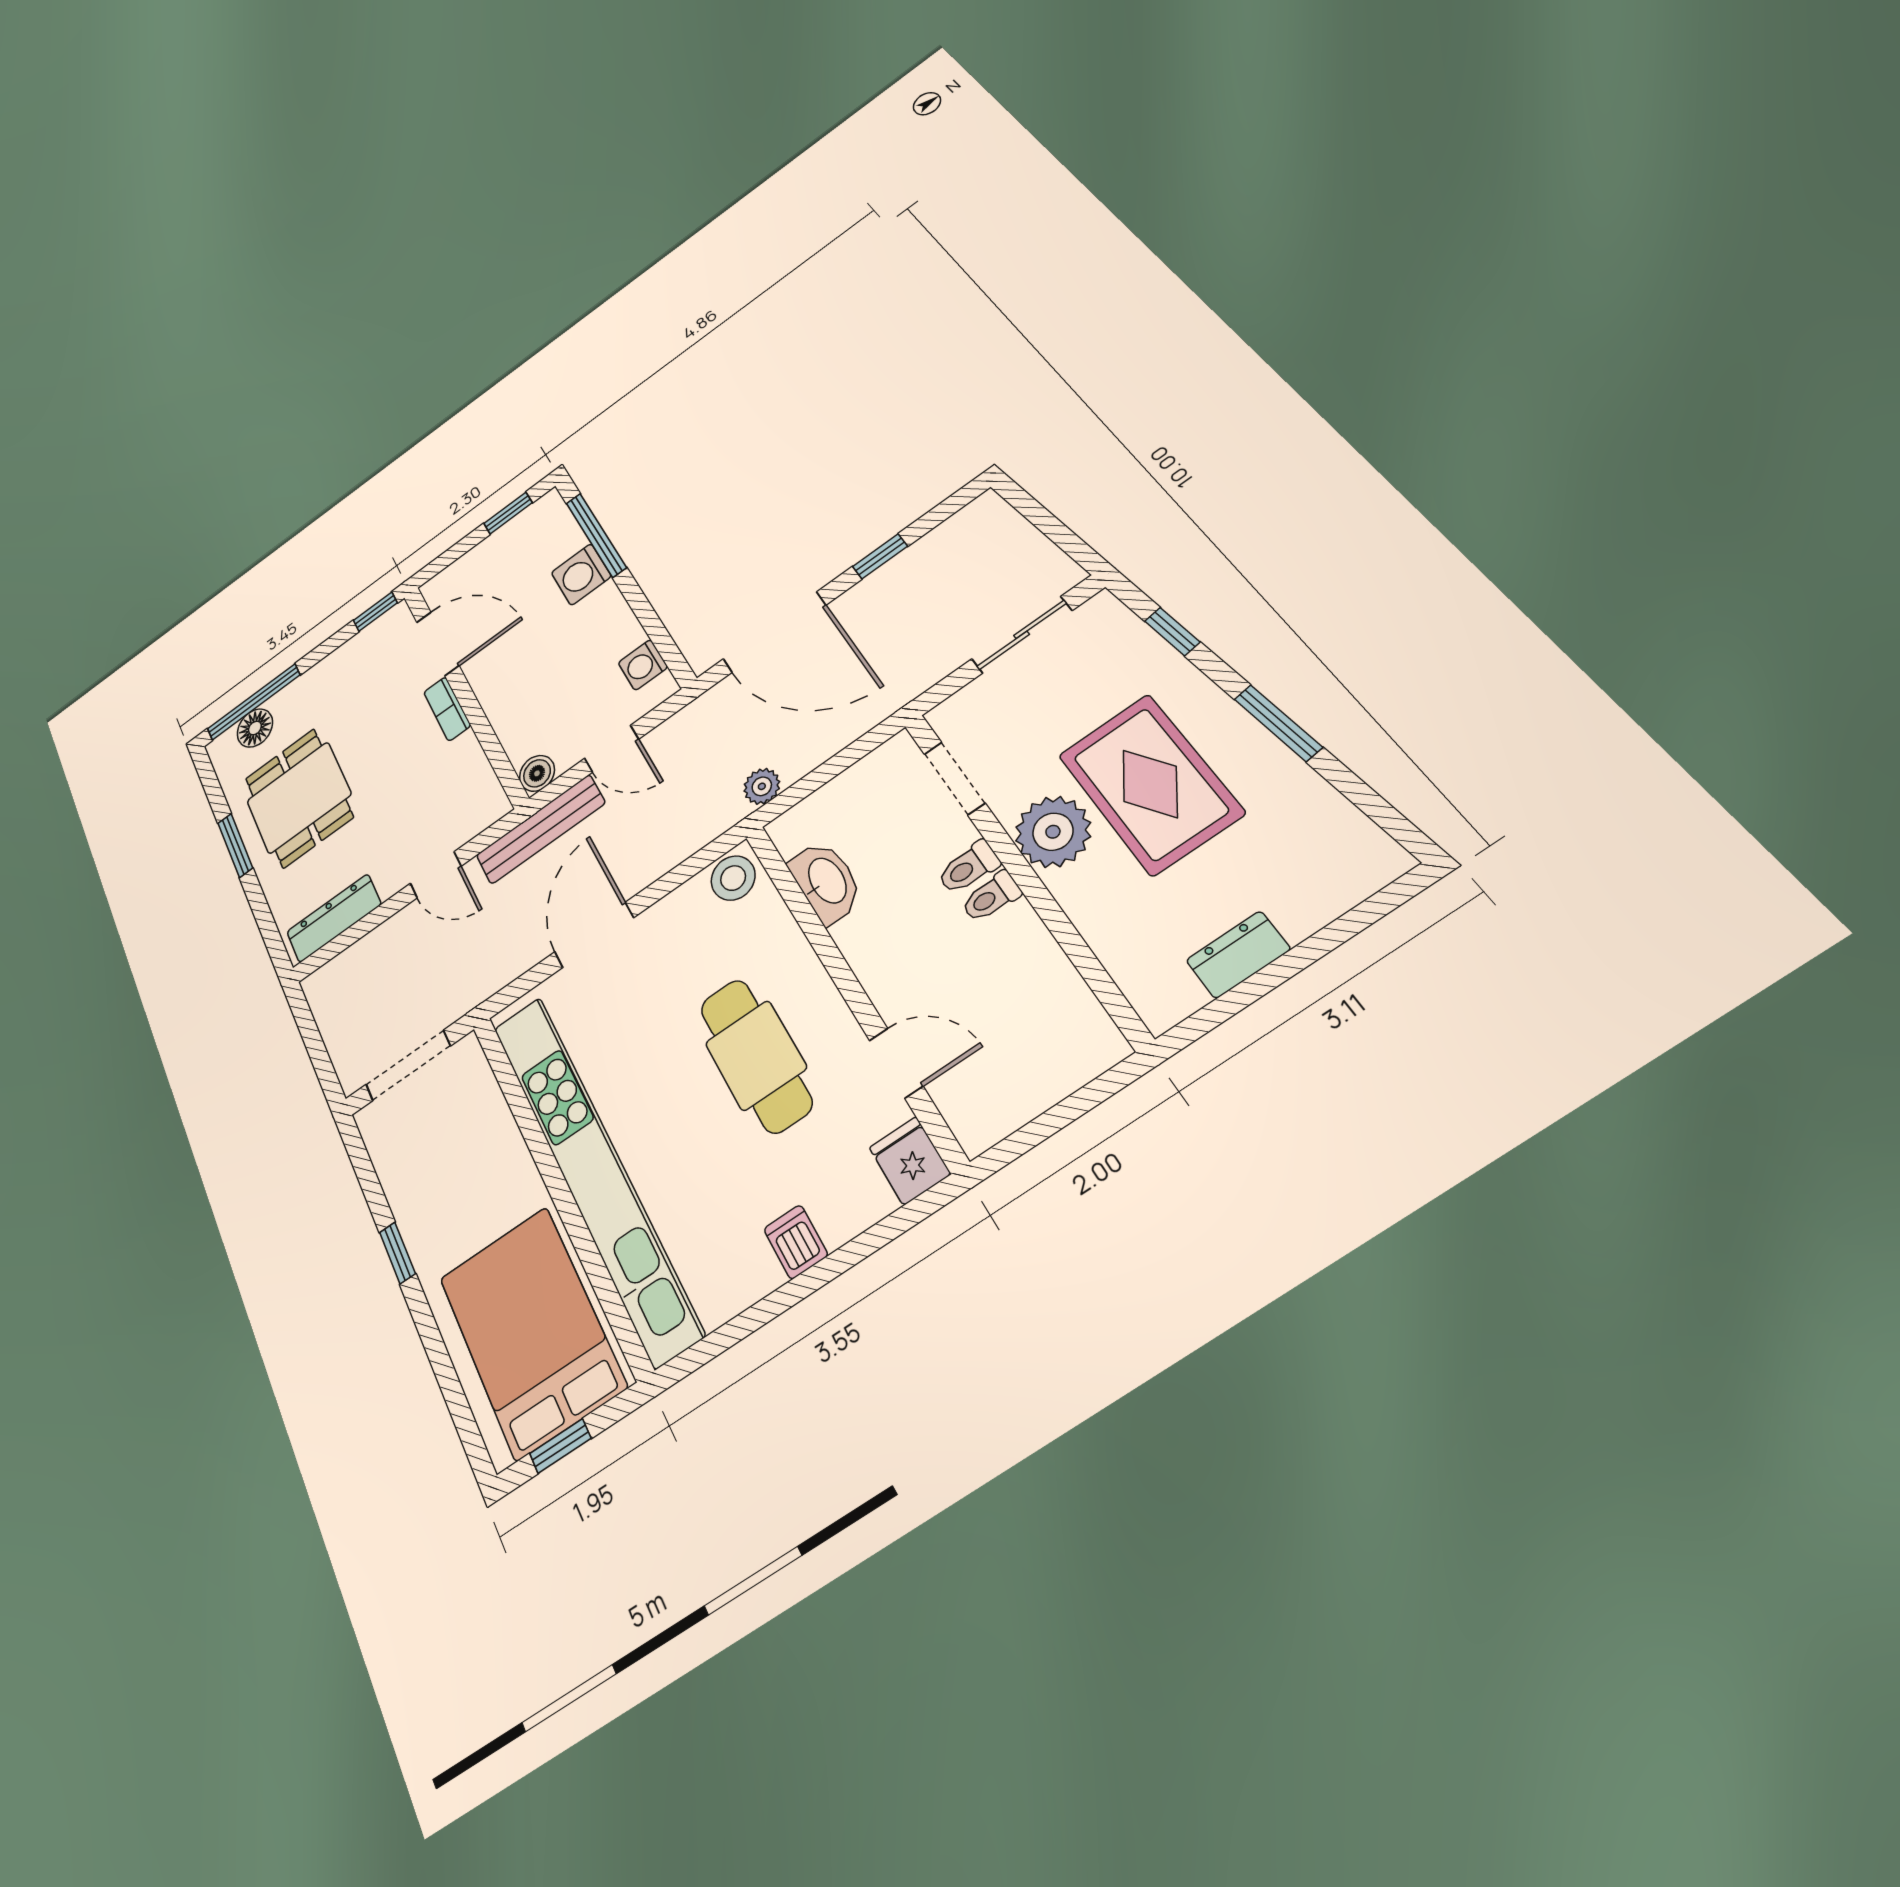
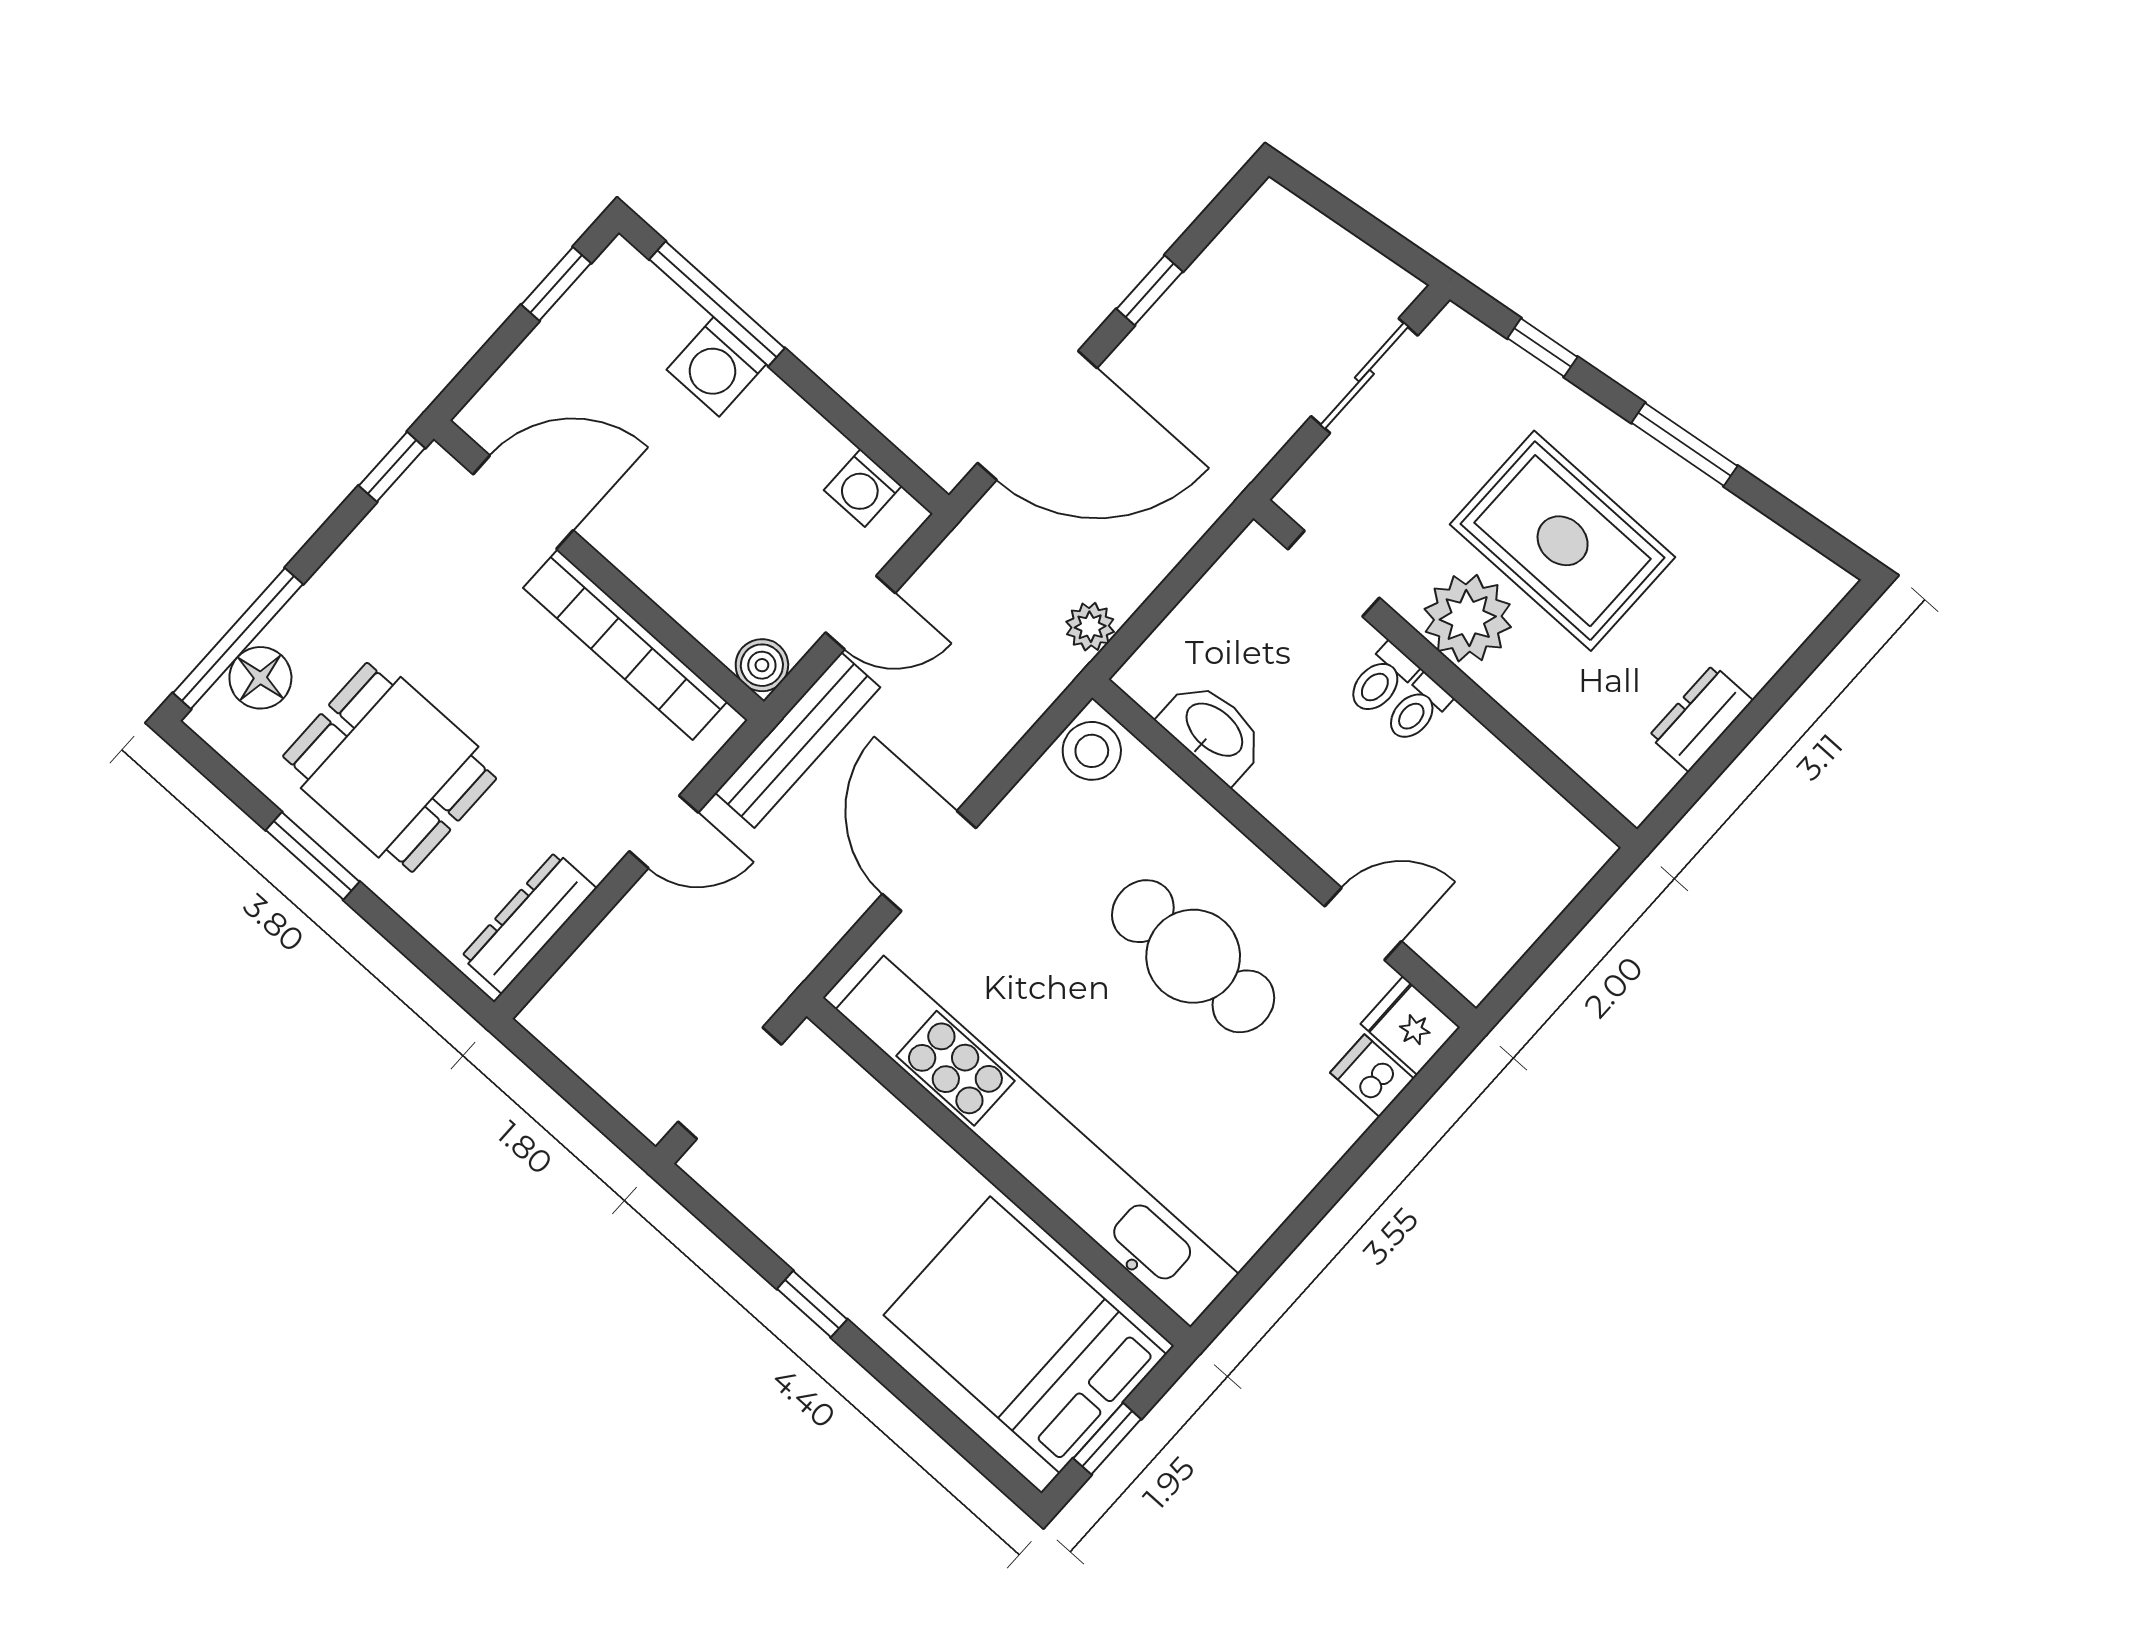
bookcase: (447, 709) -> (625, 645), width x2.31, depth x1.31
dishwasher: (796, 1242) -> (1372, 1076), moved

